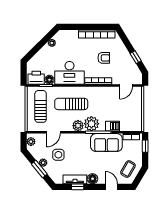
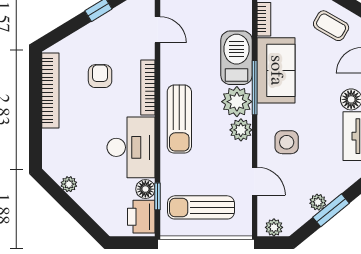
sun lounger: (71, 104) -> (179, 119), moved
barbecue: (113, 126) -> (236, 58), width x1.88, depth x1.53
side table: (58, 155) -> (287, 142), moved

